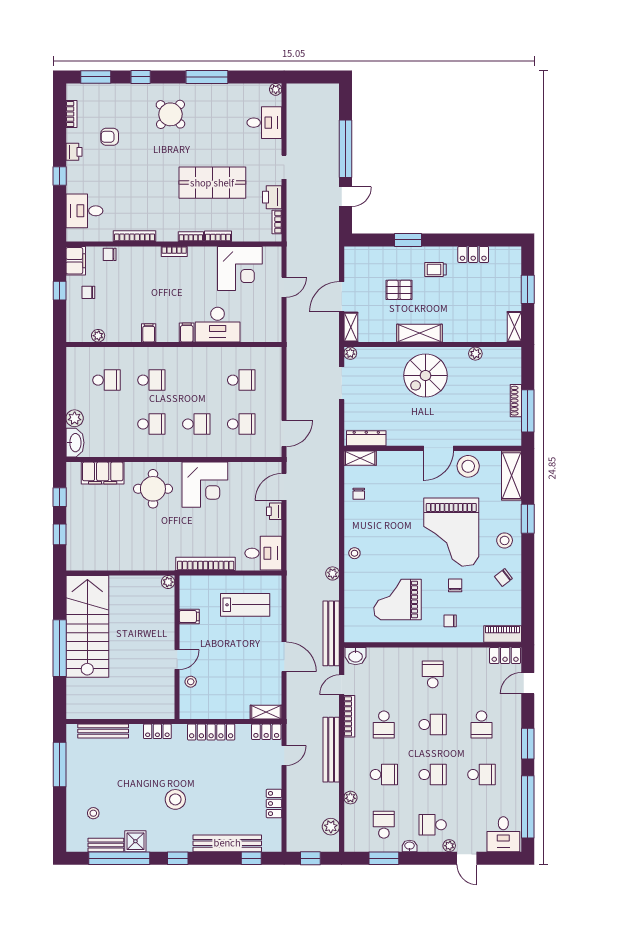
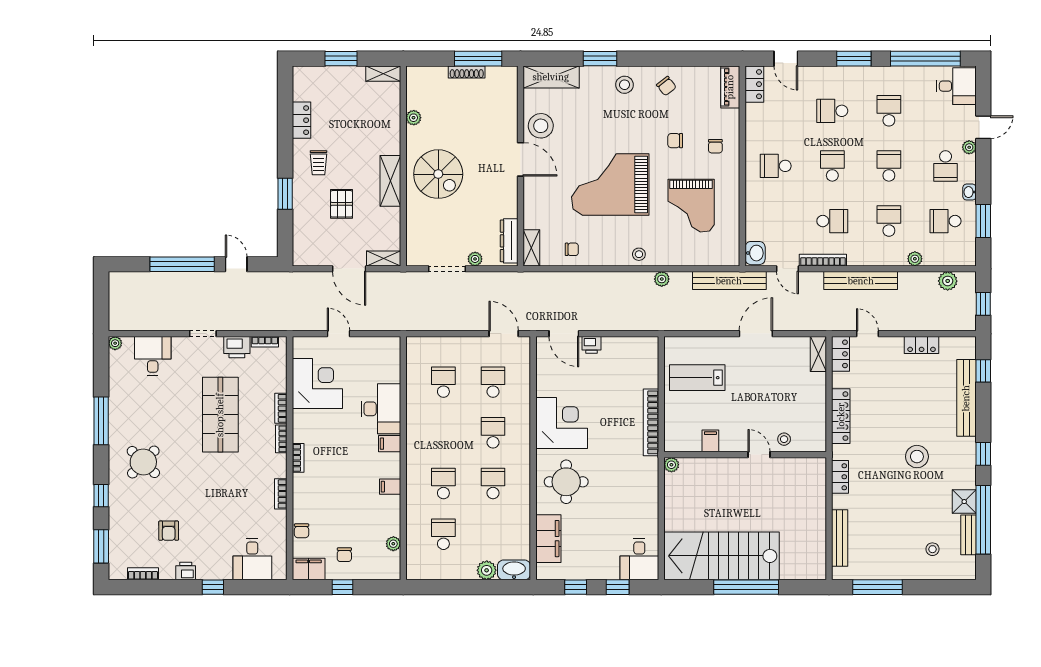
bookcase: (135, 236) -> (281, 494), width x0.64
plant: (350, 353) -> (475, 259), moved
grand piano: (451, 532) -> (610, 184), moved, turned 180
desk: (263, 553) -> (639, 559), moved, turned 180
lab bench: (245, 605) -> (697, 378), turned -90
school desk: (481, 724) -> (832, 111), turned 180

